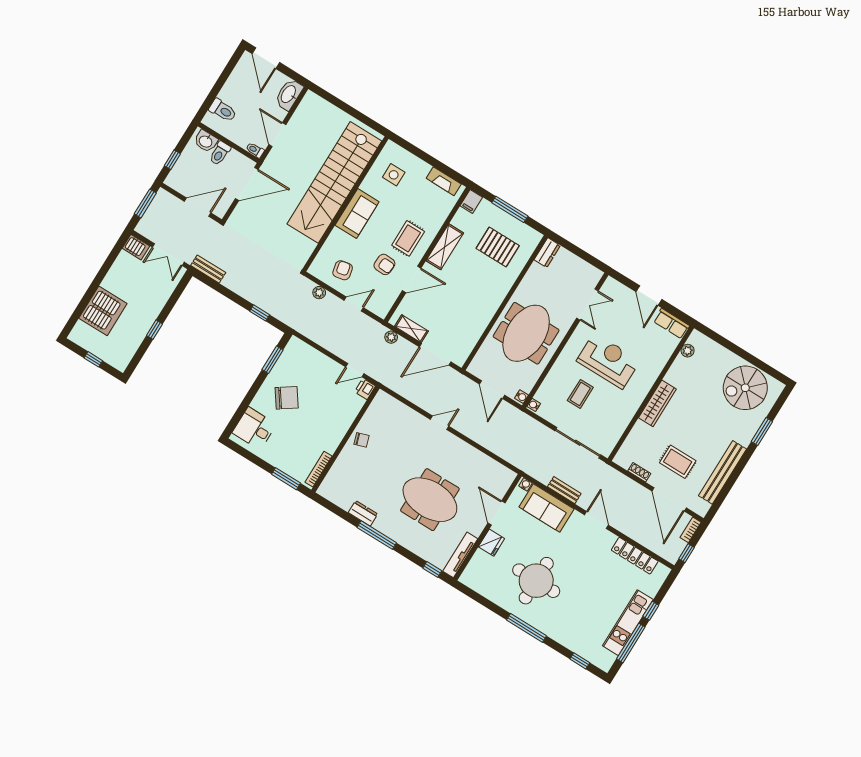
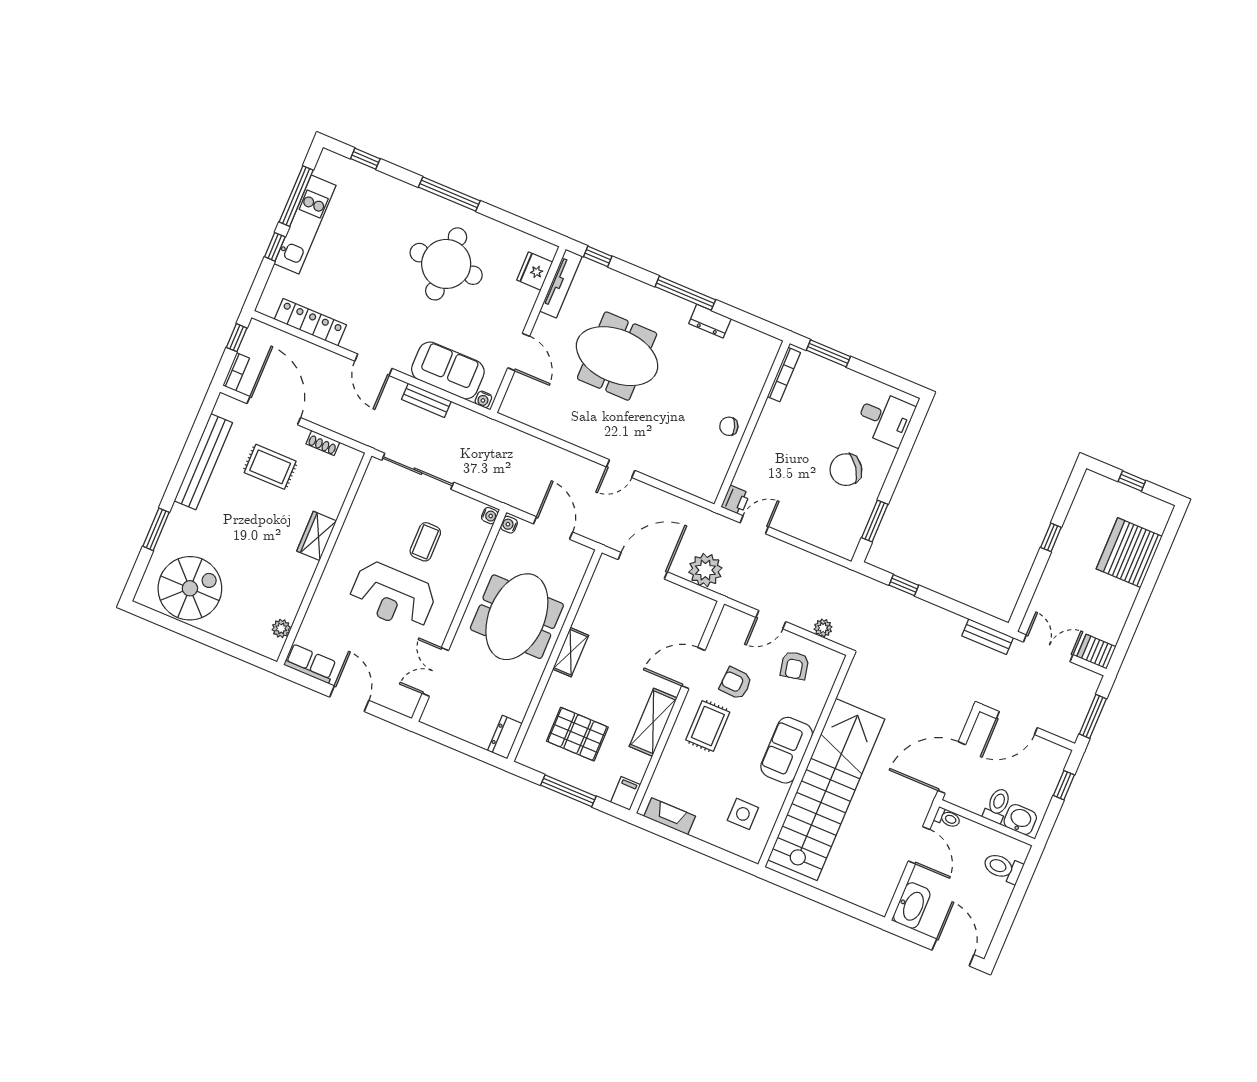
shelving: (411, 329) -> (571, 652), moved, turned 90
plant: (391, 337) -> (705, 570), width x1.88, depth x1.88
wardrobe: (657, 403) -> (317, 536), width x0.67
fridge: (491, 543) -> (535, 271), moved

